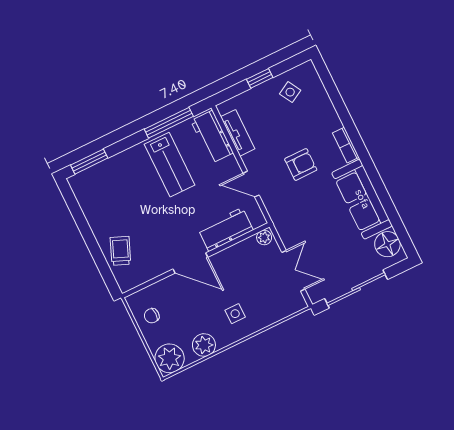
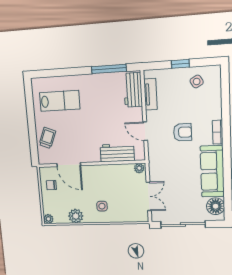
window: (89, 162) -> (49, 73), removed
lab bench: (170, 165) -> (60, 101), moved, turned -90
door: (190, 263) -> (69, 165), moved
plant: (170, 358) -> (48, 219), width x0.53, depth x0.53

